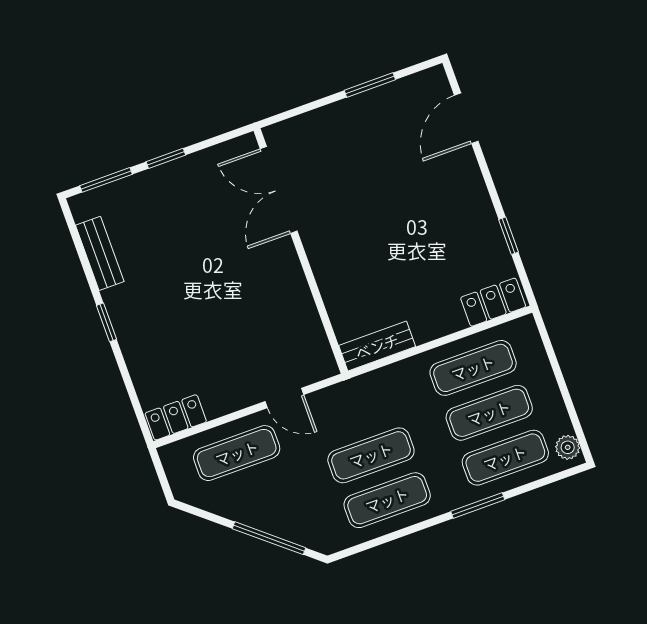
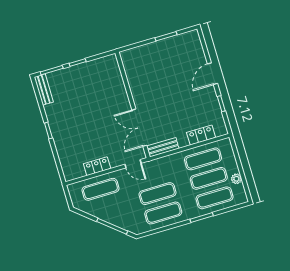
door: (466, 118) -> (212, 74), moved
double door: (279, 190) -> (139, 128), moved
bench: (100, 253) -> (44, 90), moved
locker: (493, 302) -> (201, 135), moved
door: (284, 398) -> (133, 164), moved
locker: (176, 417) -> (97, 166), moved
plant: (568, 447) -> (236, 179), moved

